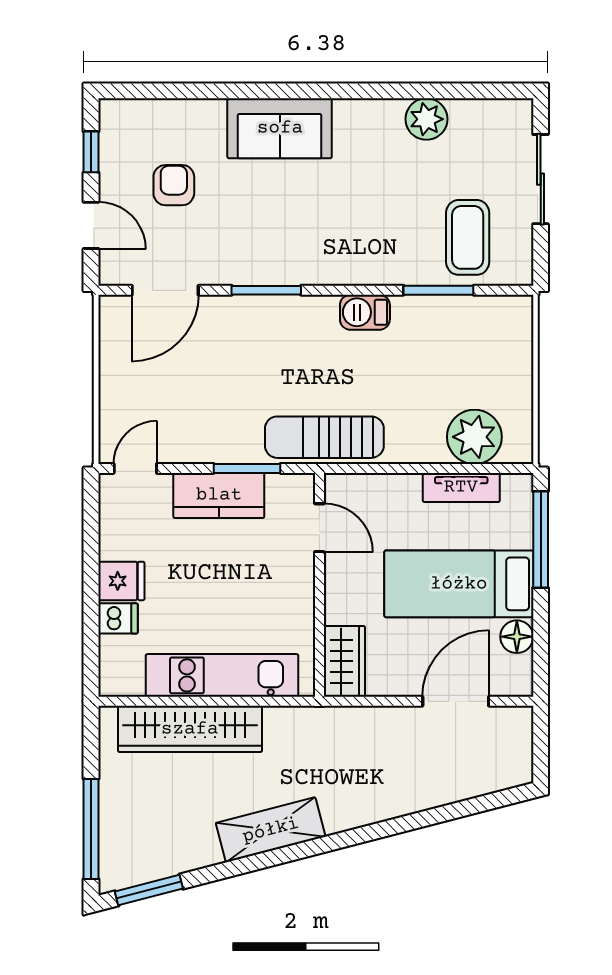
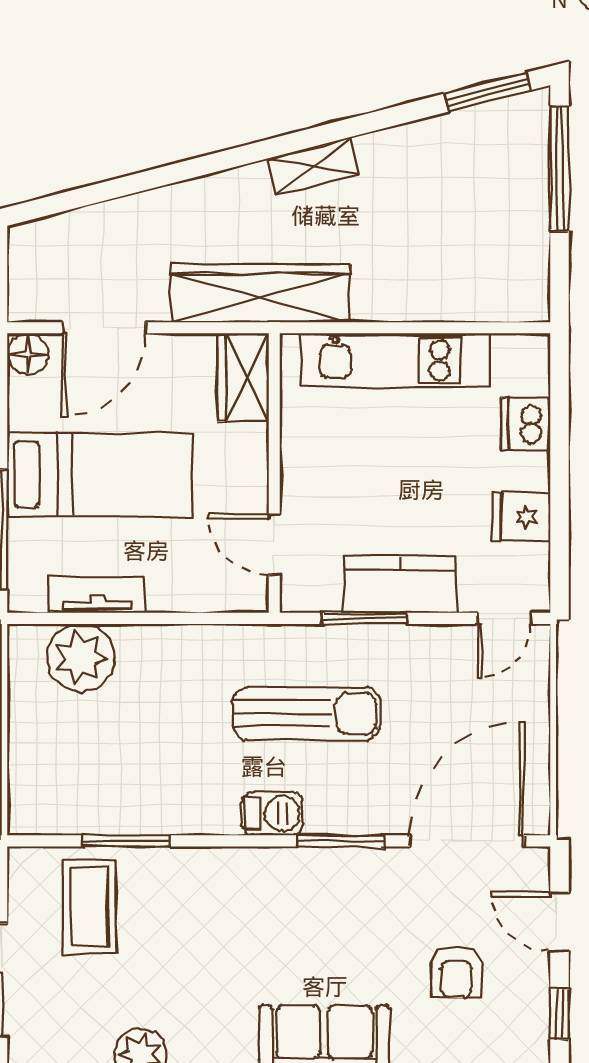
door: (165, 290) -> (467, 841), width x1.36
barbecue: (365, 312) -> (272, 813), moved
sun lounger: (324, 437) -> (307, 713), moved
fridge: (121, 581) -> (522, 517), moved
dishwasher: (118, 618) -> (526, 424), width x1.38
floor lamp: (517, 637) -> (28, 354), moved
wardrobe: (190, 729) -> (260, 293), moved
shelving: (271, 830) -> (313, 166), width x0.67, depth x0.75

